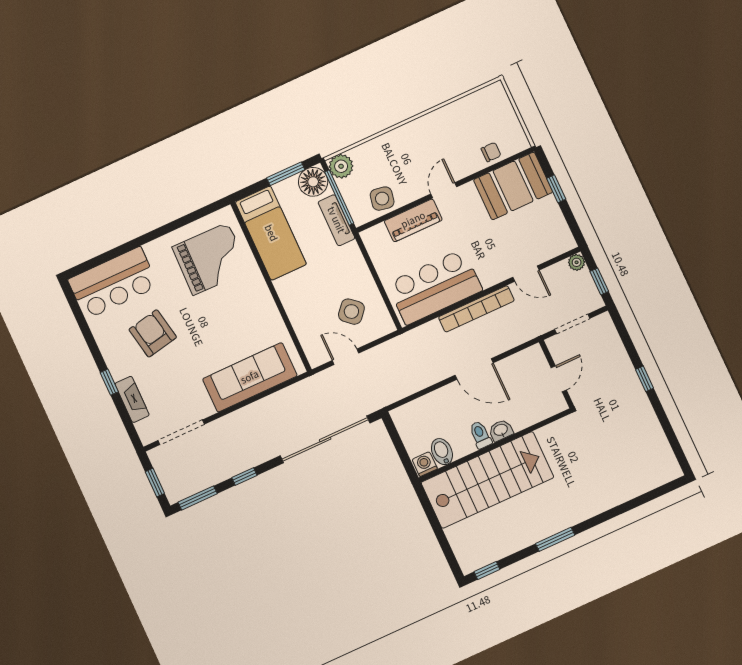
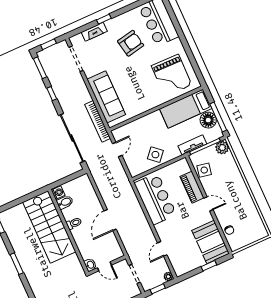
window: (286, 174) -> (218, 117), width x1.44
floor lamp: (313, 182) -> (208, 120), moved
bookcase: (476, 309) -> (98, 121), moved
side table: (351, 312) -> (155, 155), moved
washbasin: (501, 430) -> (90, 265), moved

